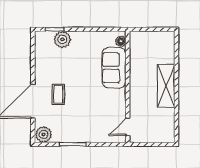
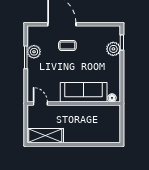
sofa: (114, 68) -> (84, 92), width x1.36
shelving: (166, 86) -> (45, 136), moved
plant: (43, 134) -> (34, 52), moved

